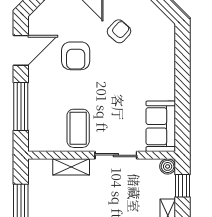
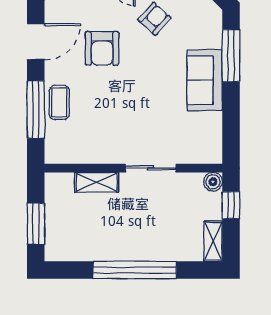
window: (182, 62) -> (231, 56), added
sofa: (161, 126) -> (205, 80), moved
coffee table: (78, 128) -> (59, 102), moved, width x0.73, depth x0.77

